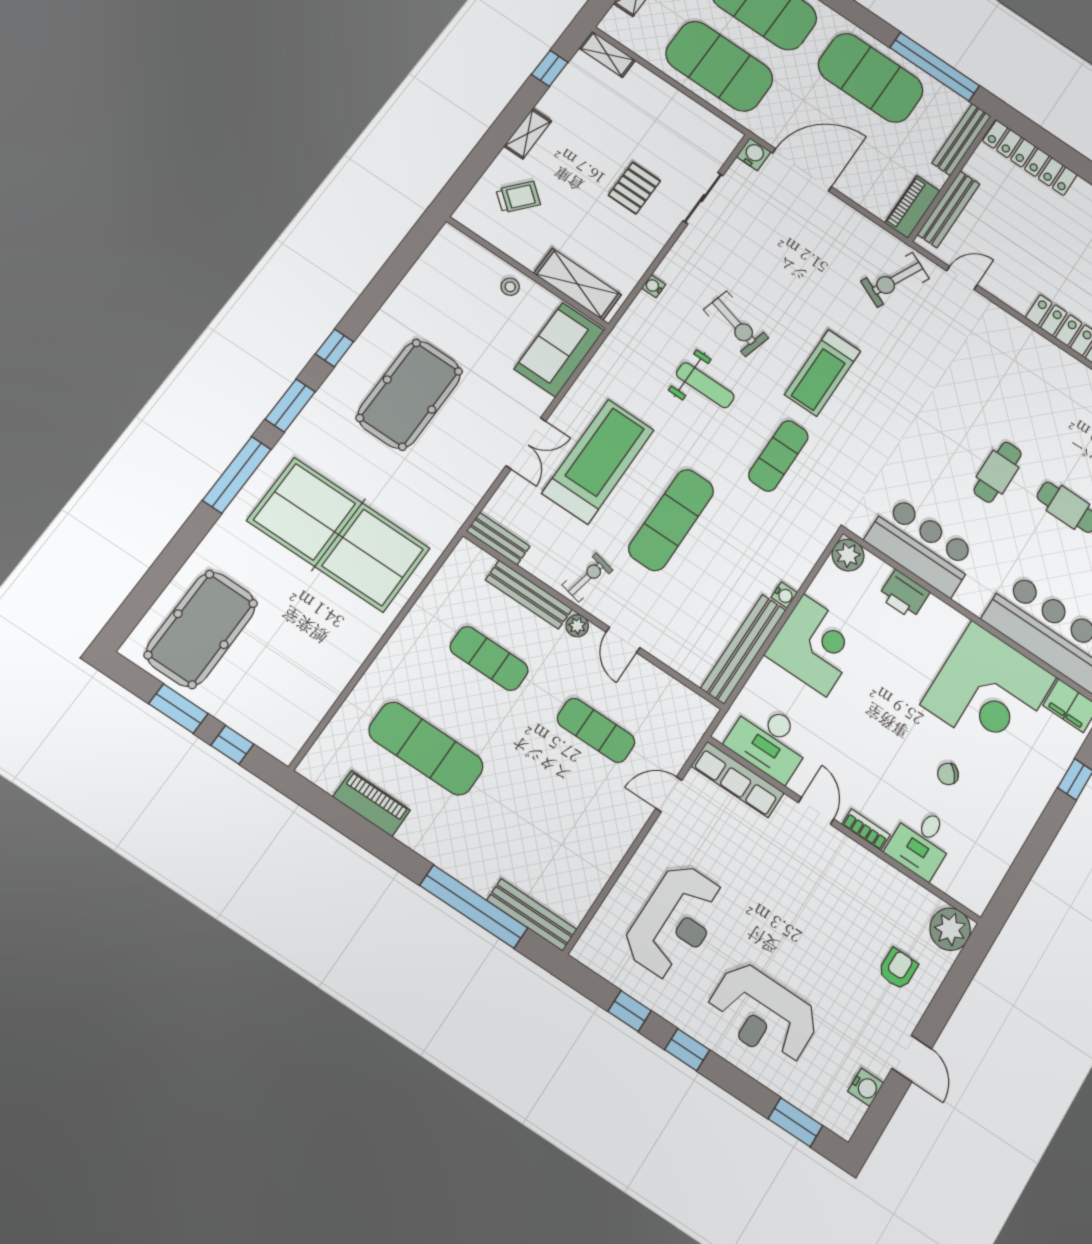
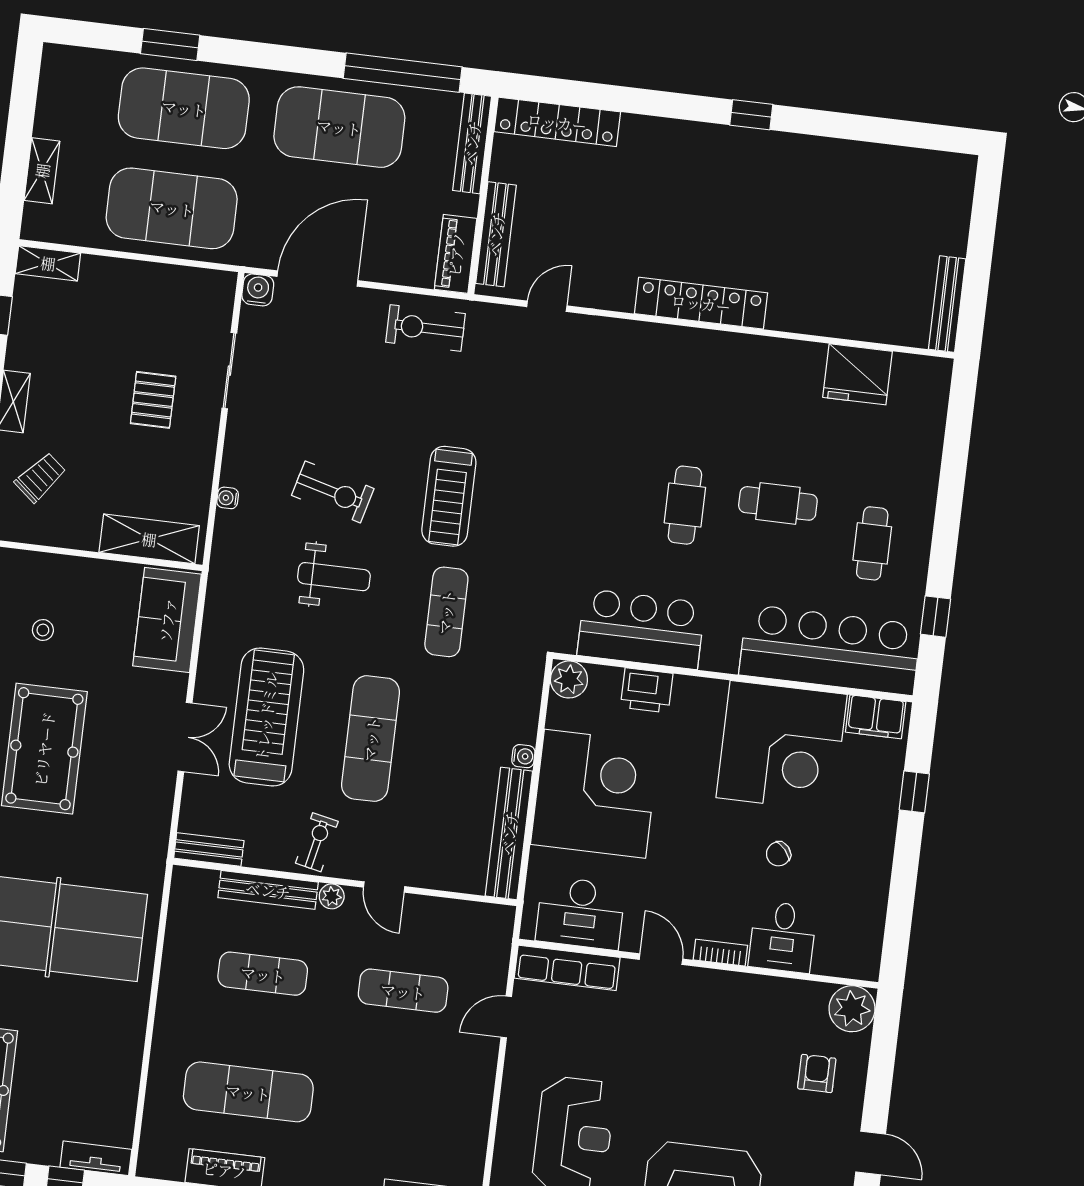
exercise bike: (895, 280) -> (426, 328), moved, turned 65
stool: (510, 287) -> (43, 630), moved
corner desk: (815, 645) -> (595, 794), width x1.36, depth x1.36
tv unit: (269, 739) -> (96, 1158), added

